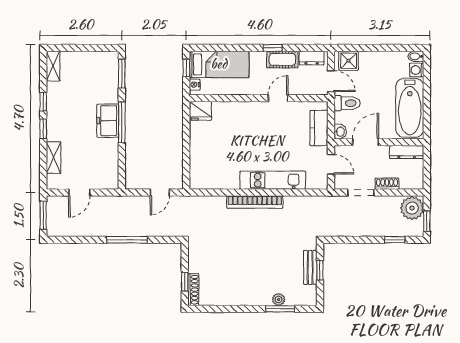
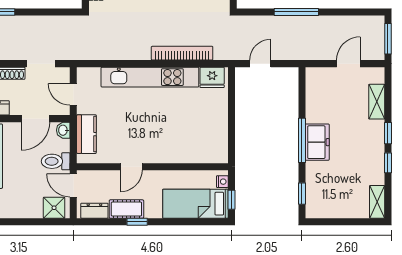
window: (122, 74) -> (302, 194), width x0.67
fridge: (200, 111) -> (212, 77), moved, turned 180
kitchen unit: (273, 180) -> (150, 77), width x1.36
bookcase: (255, 202) -> (182, 53), moved

